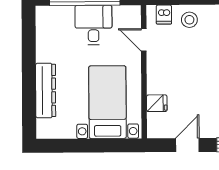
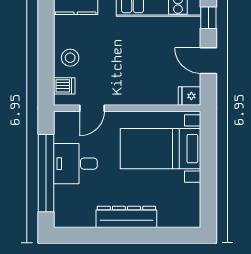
dresser: (46, 90) -> (126, 217), moved
fridge: (157, 103) -> (190, 96), moved, turned -90

